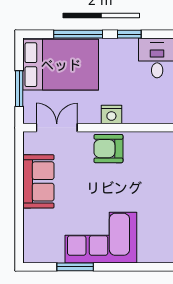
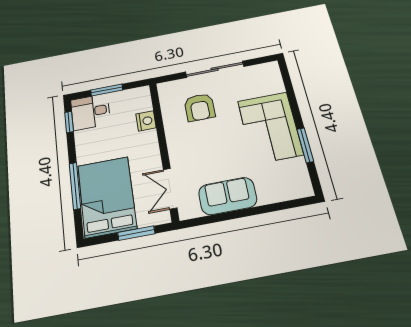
window: (129, 34) -> (69, 122), moved
nightstand: (111, 115) -> (146, 121), moved
armchair: (108, 149) -> (200, 107), moved

